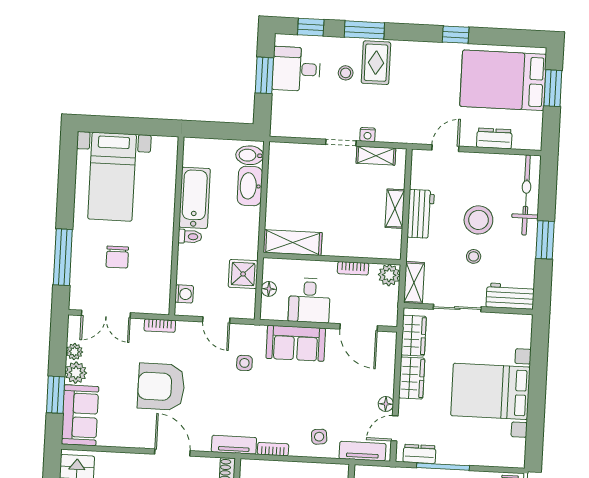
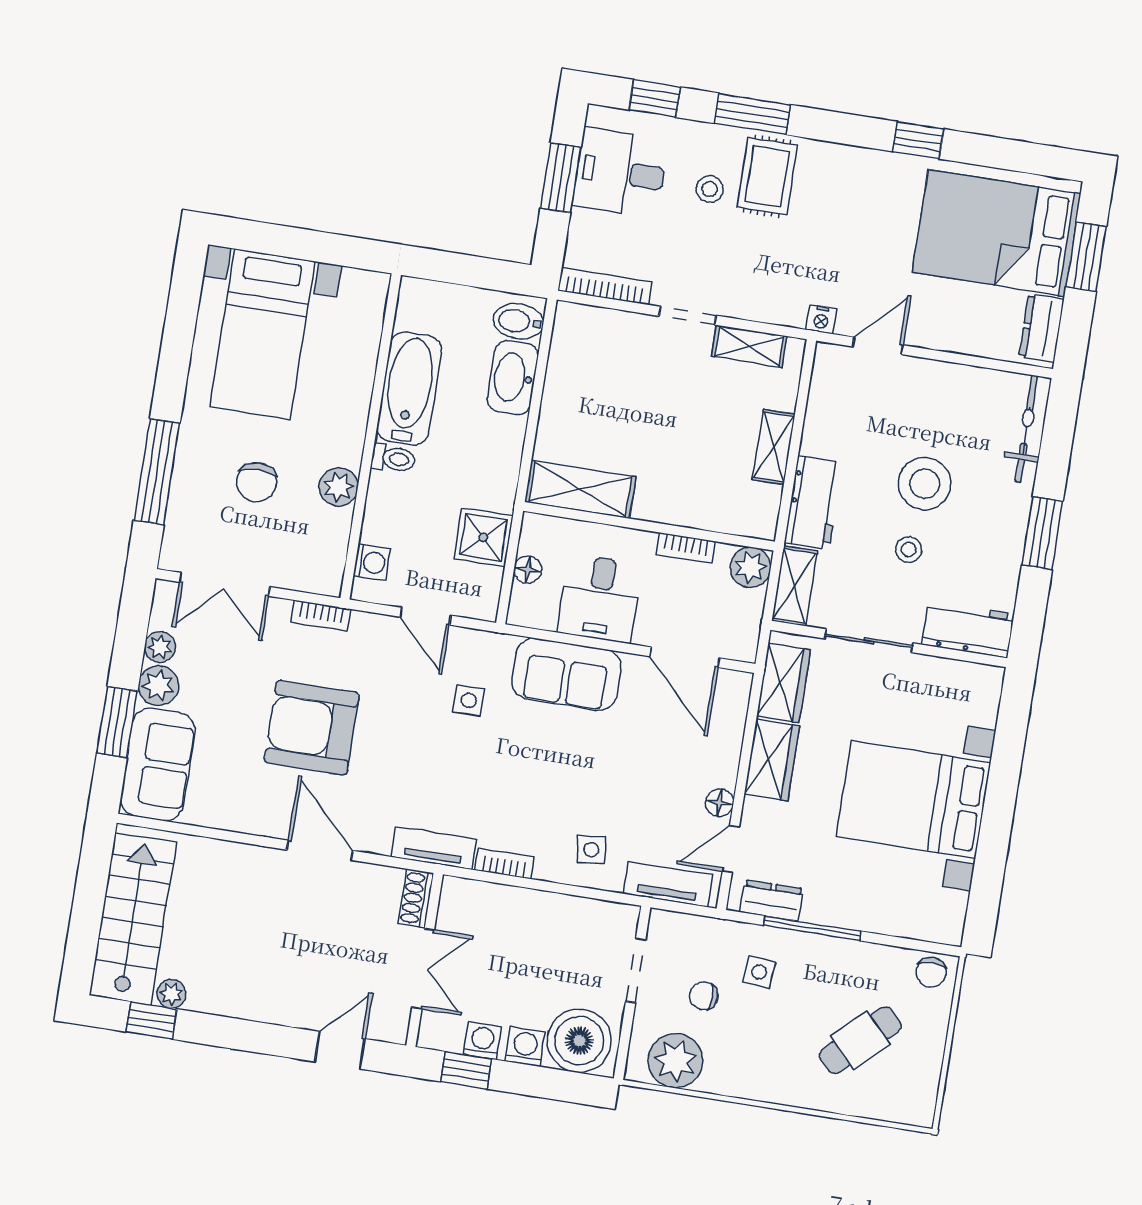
bookcase: (295, 131) -> (605, 286), added
nightstand: (368, 135) -> (821, 319), moved
dresser: (494, 138) -> (1041, 328), moved, turned -90
bicycle: (526, 195) -> (1026, 429), width x0.73, depth x0.71
workbench: (421, 214) -> (813, 502), moved
plant: (162, 255) -> (339, 487), added

